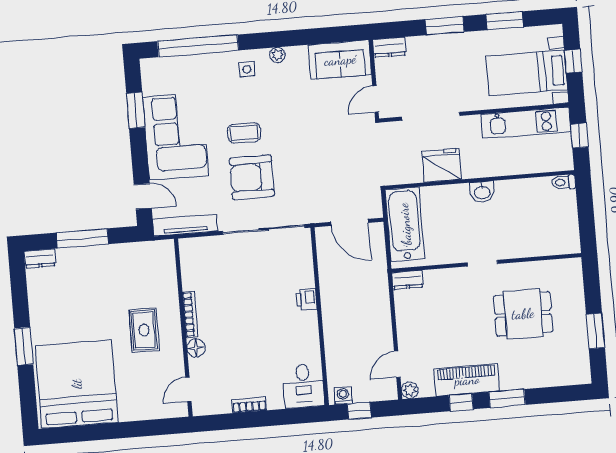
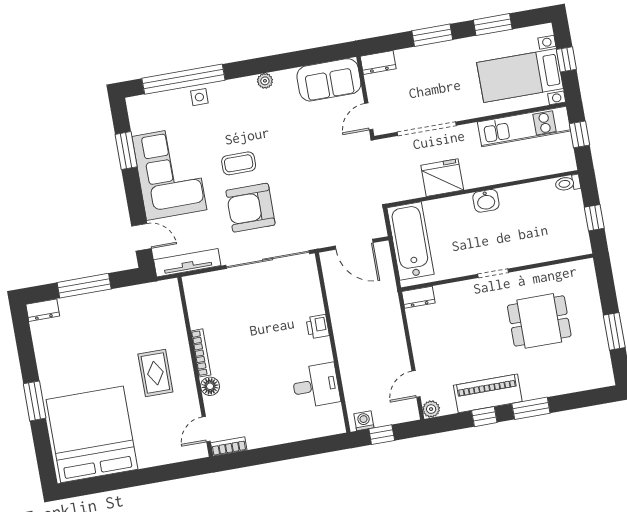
side table: (247, 69) -> (199, 97), moved
window: (586, 218) -> (594, 218), added
desk: (303, 386) -> (316, 385), moved, turned -90
bookcase: (249, 405) -> (229, 446), moved

